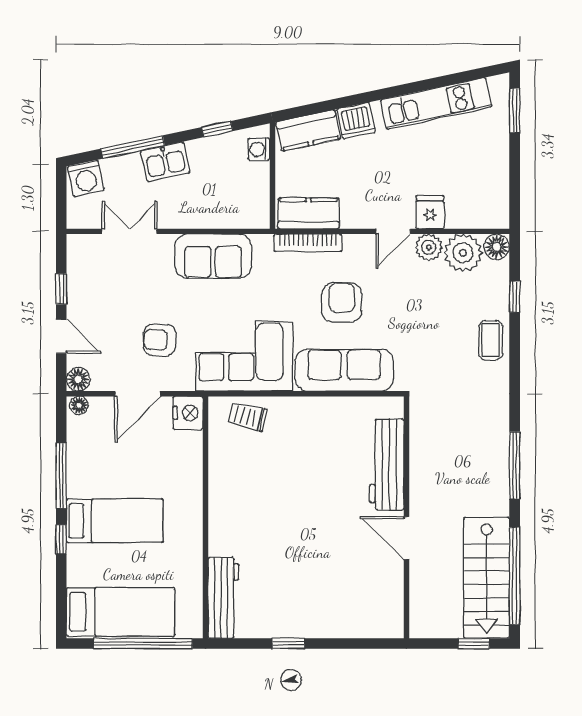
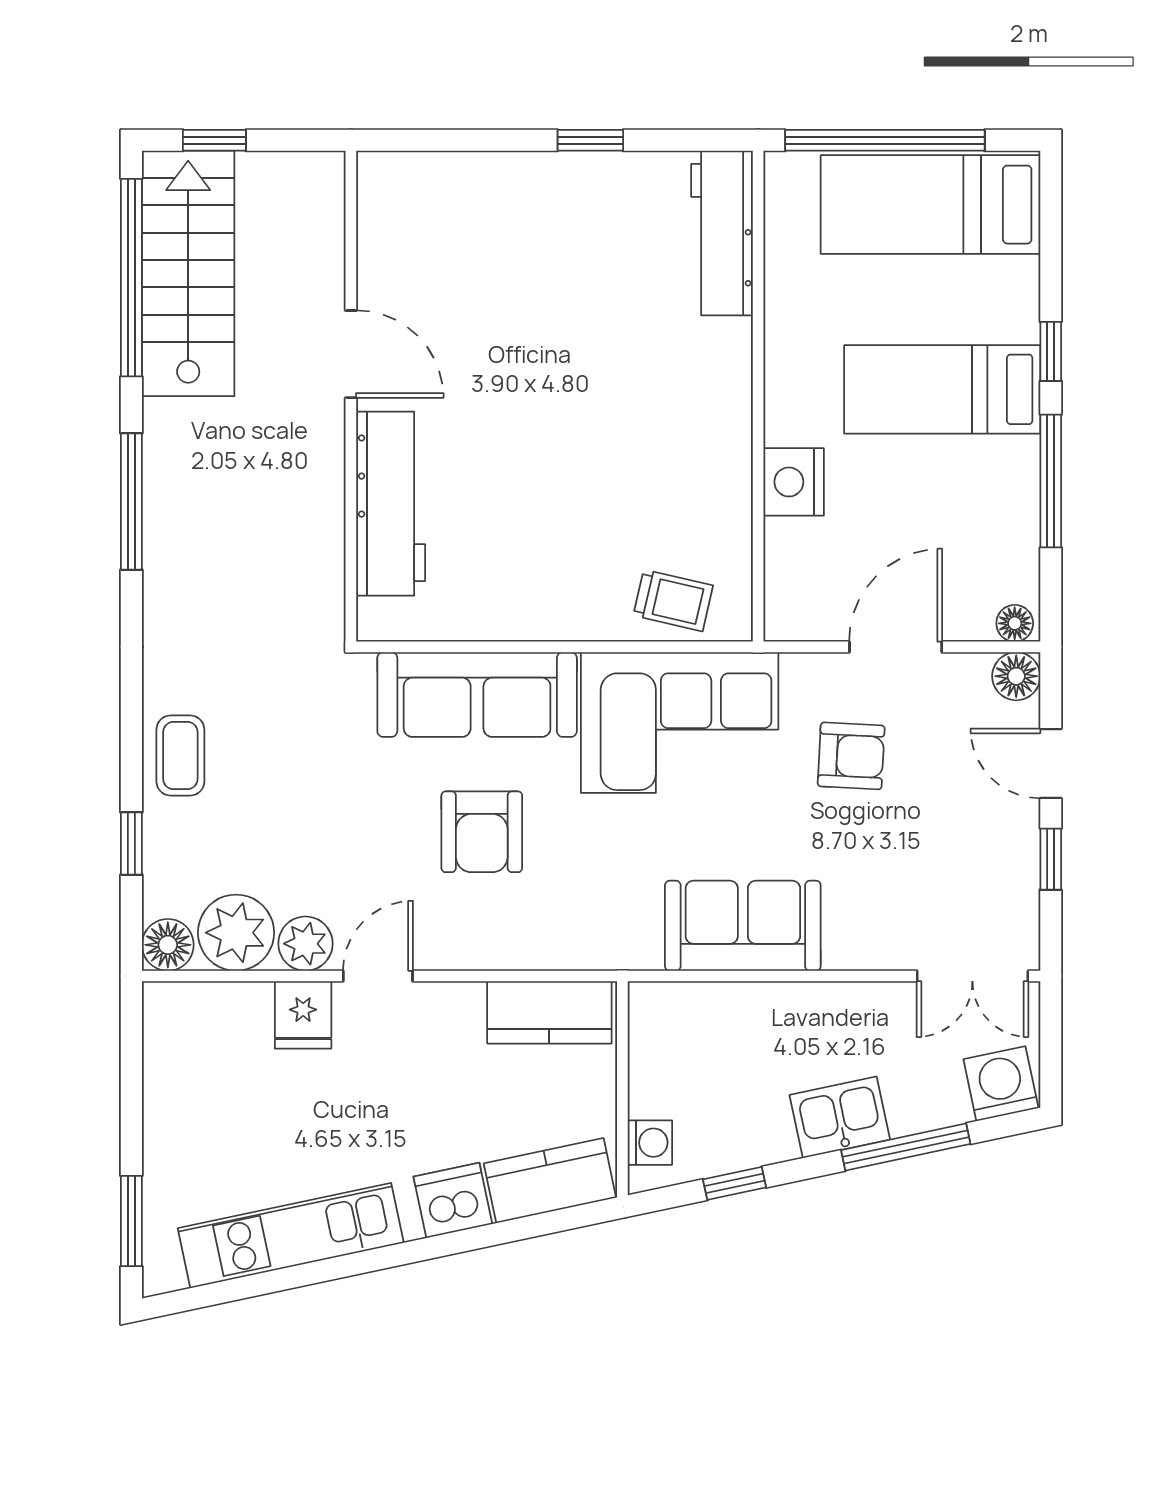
double door: (130, 231) -> (972, 976), moved
bookcase: (308, 243) -> (550, 953), removed
nightstand: (188, 413) -> (794, 482), moved

